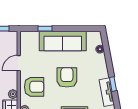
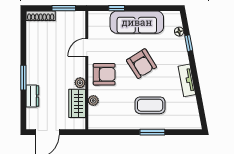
armchair: (67, 77) -> (141, 64), turned 148
window: (113, 84) -> (189, 43), moved

